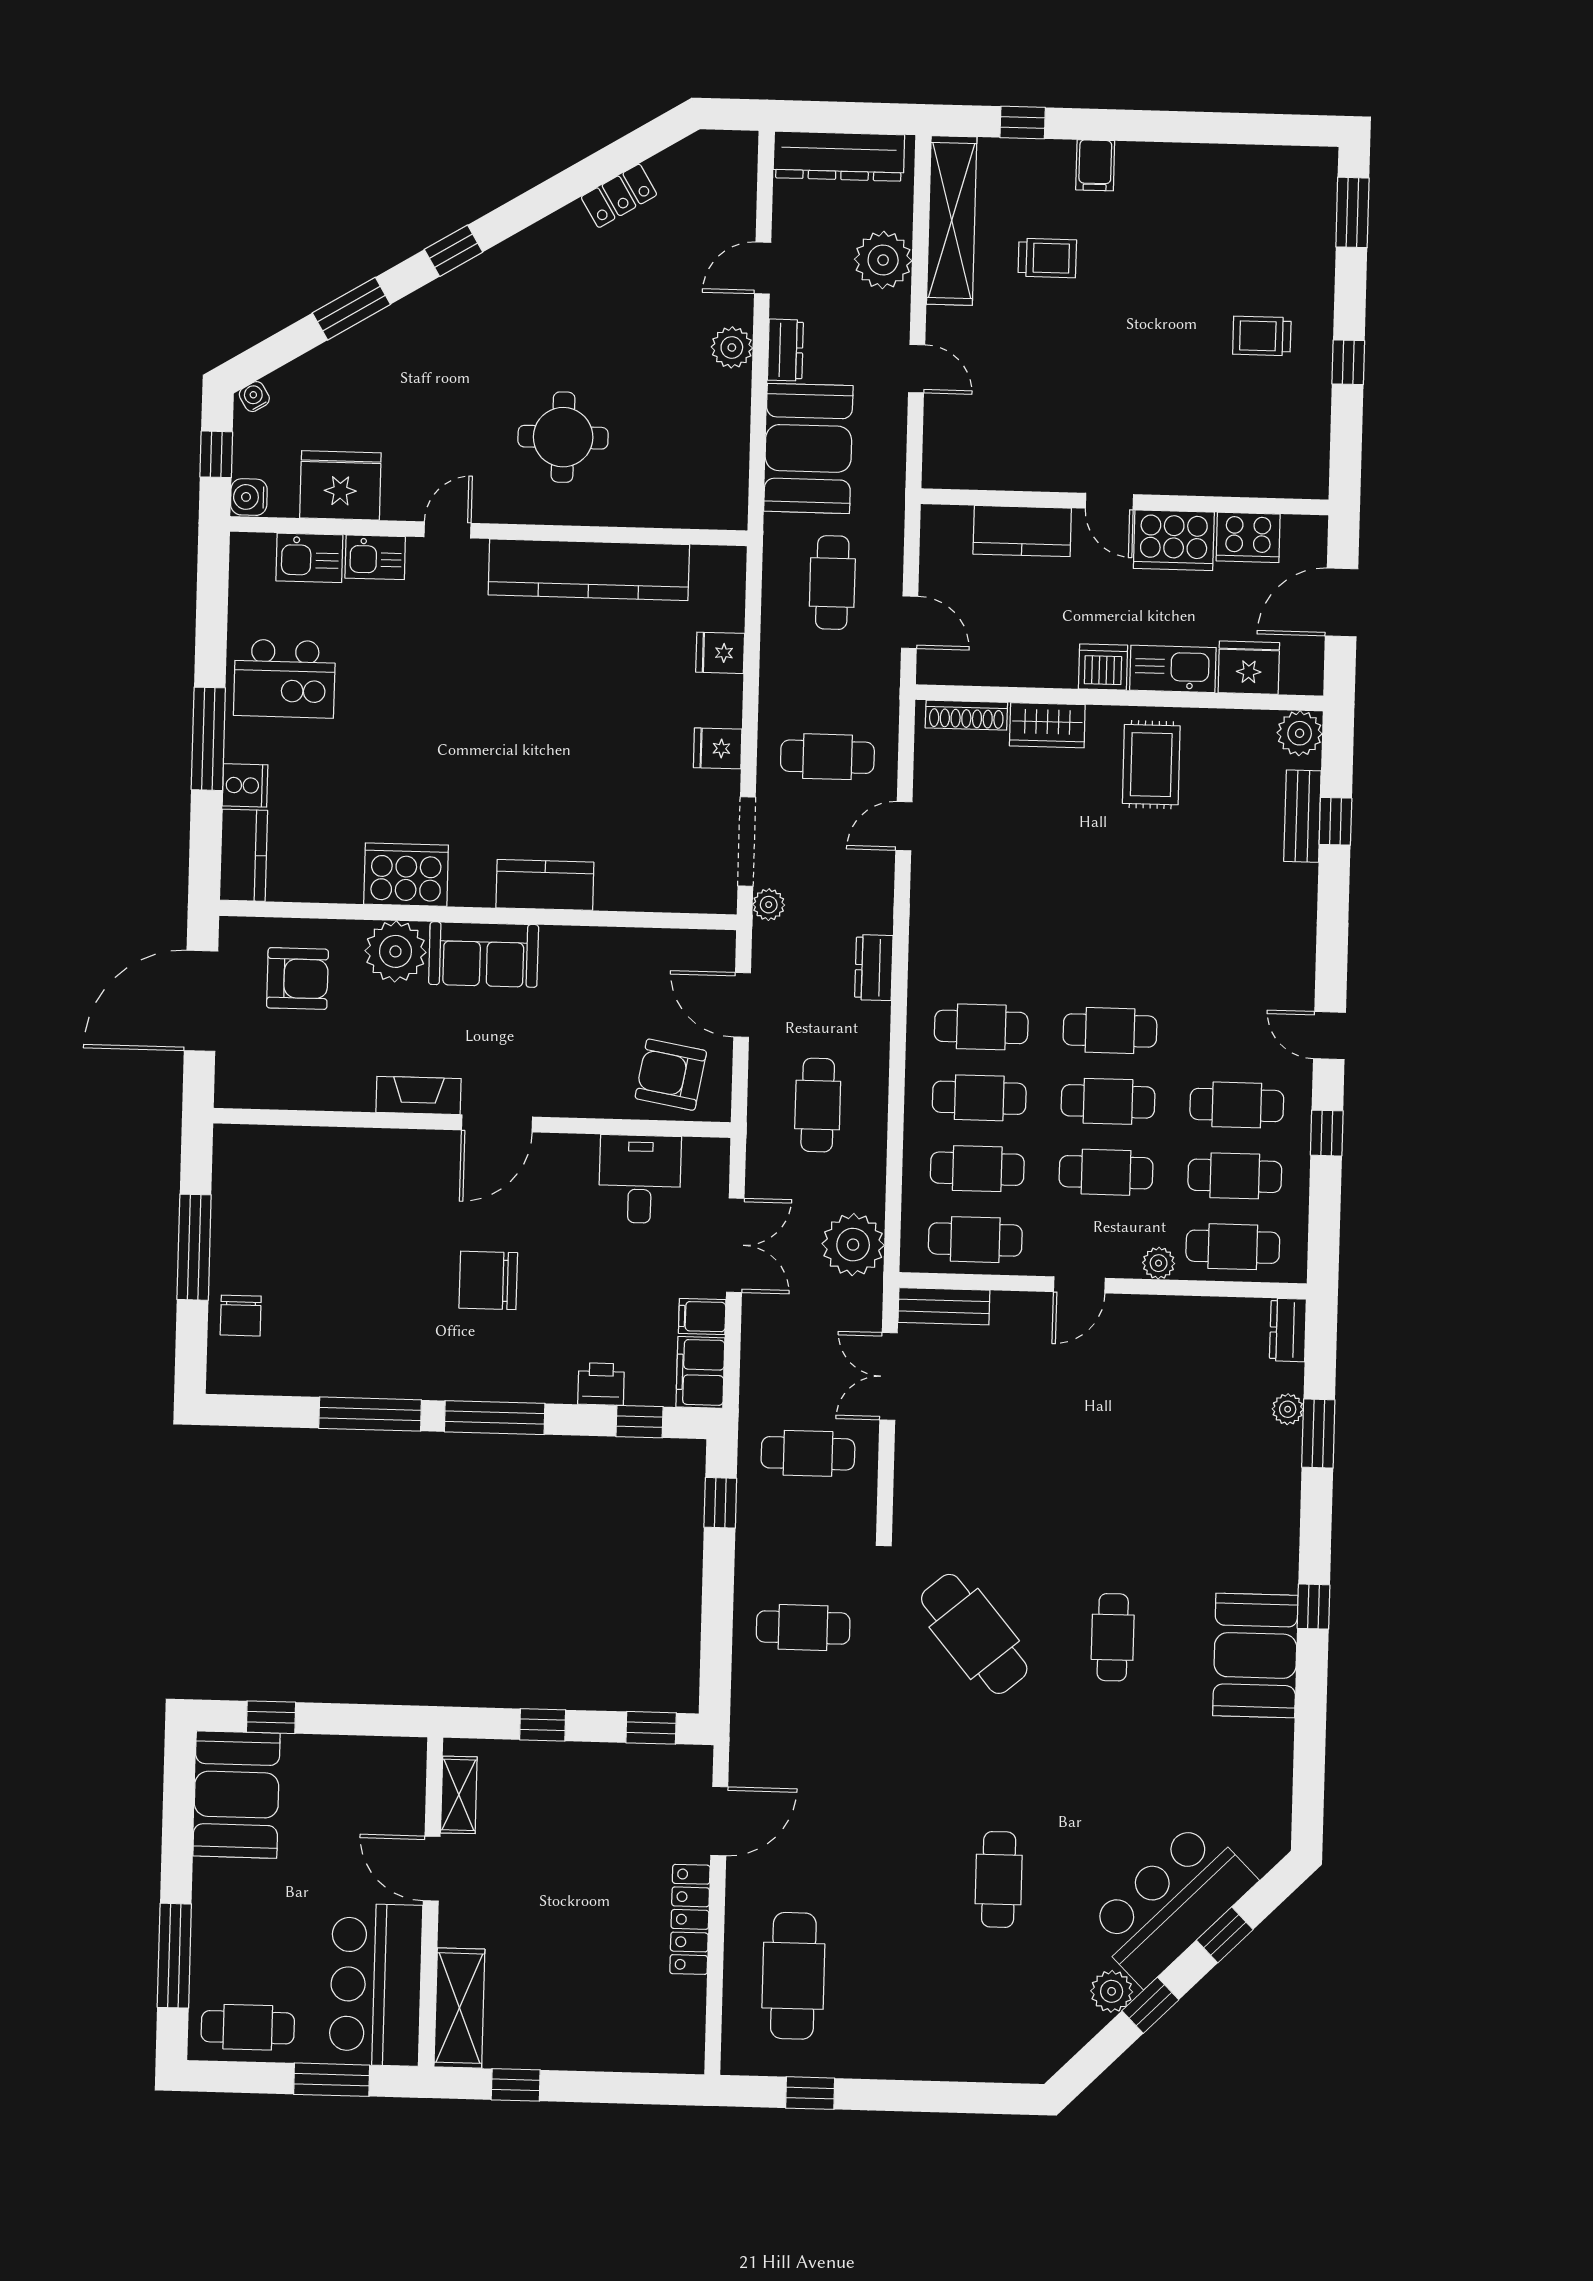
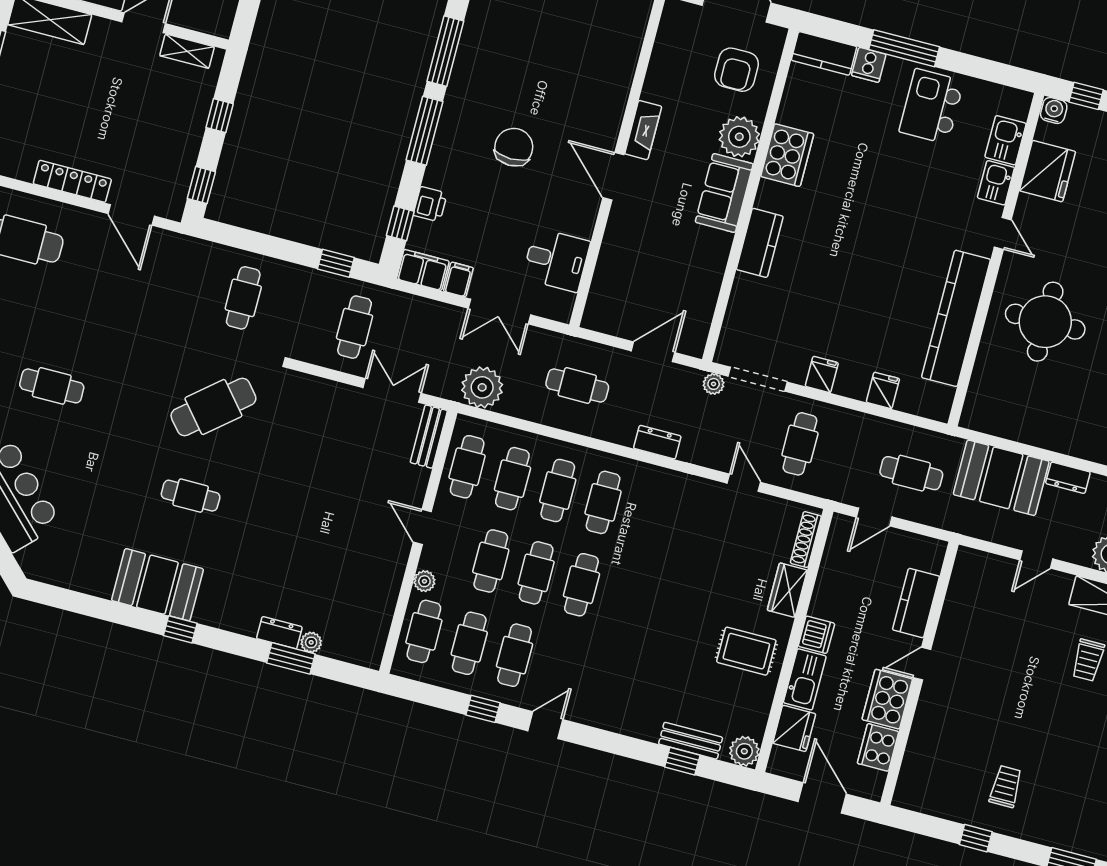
plant: (732, 347) -> (1078, 444), removed
round table: (563, 437) -> (1045, 322), width x1.36, depth x1.36
armchair: (671, 1075) -> (619, 295), removed
dresser: (1288, 1330) -> (279, 633), moved

